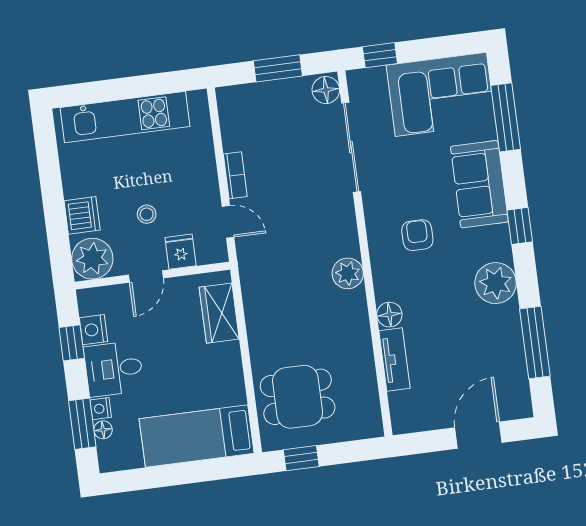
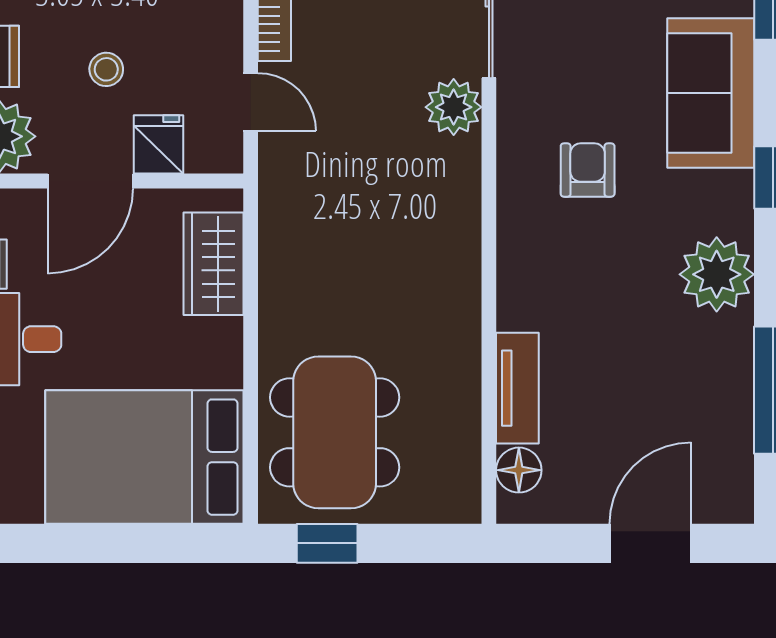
plant: (348, 273) -> (454, 107), moved
door: (146, 276) -> (90, 181), width x1.38
floor lamp: (389, 315) -> (519, 470), moved
dining table: (298, 397) -> (335, 432), width x1.38
bed: (197, 436) -> (144, 457), width x1.50

